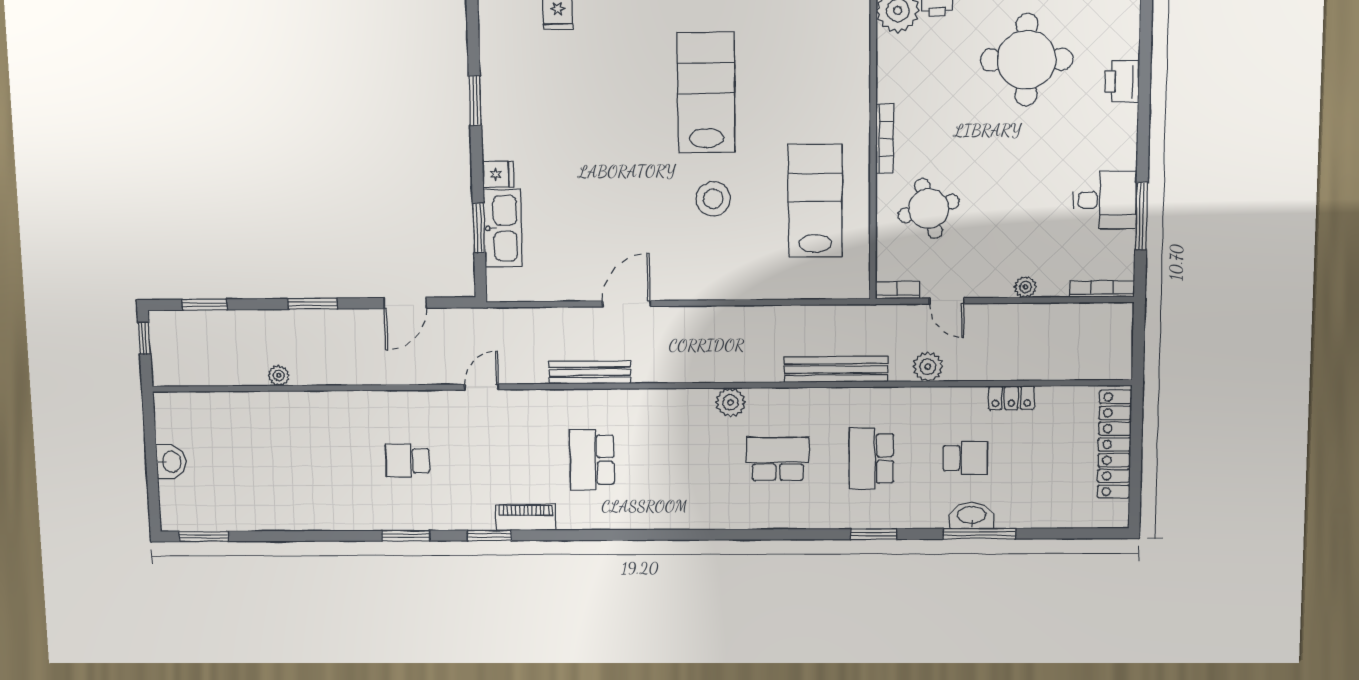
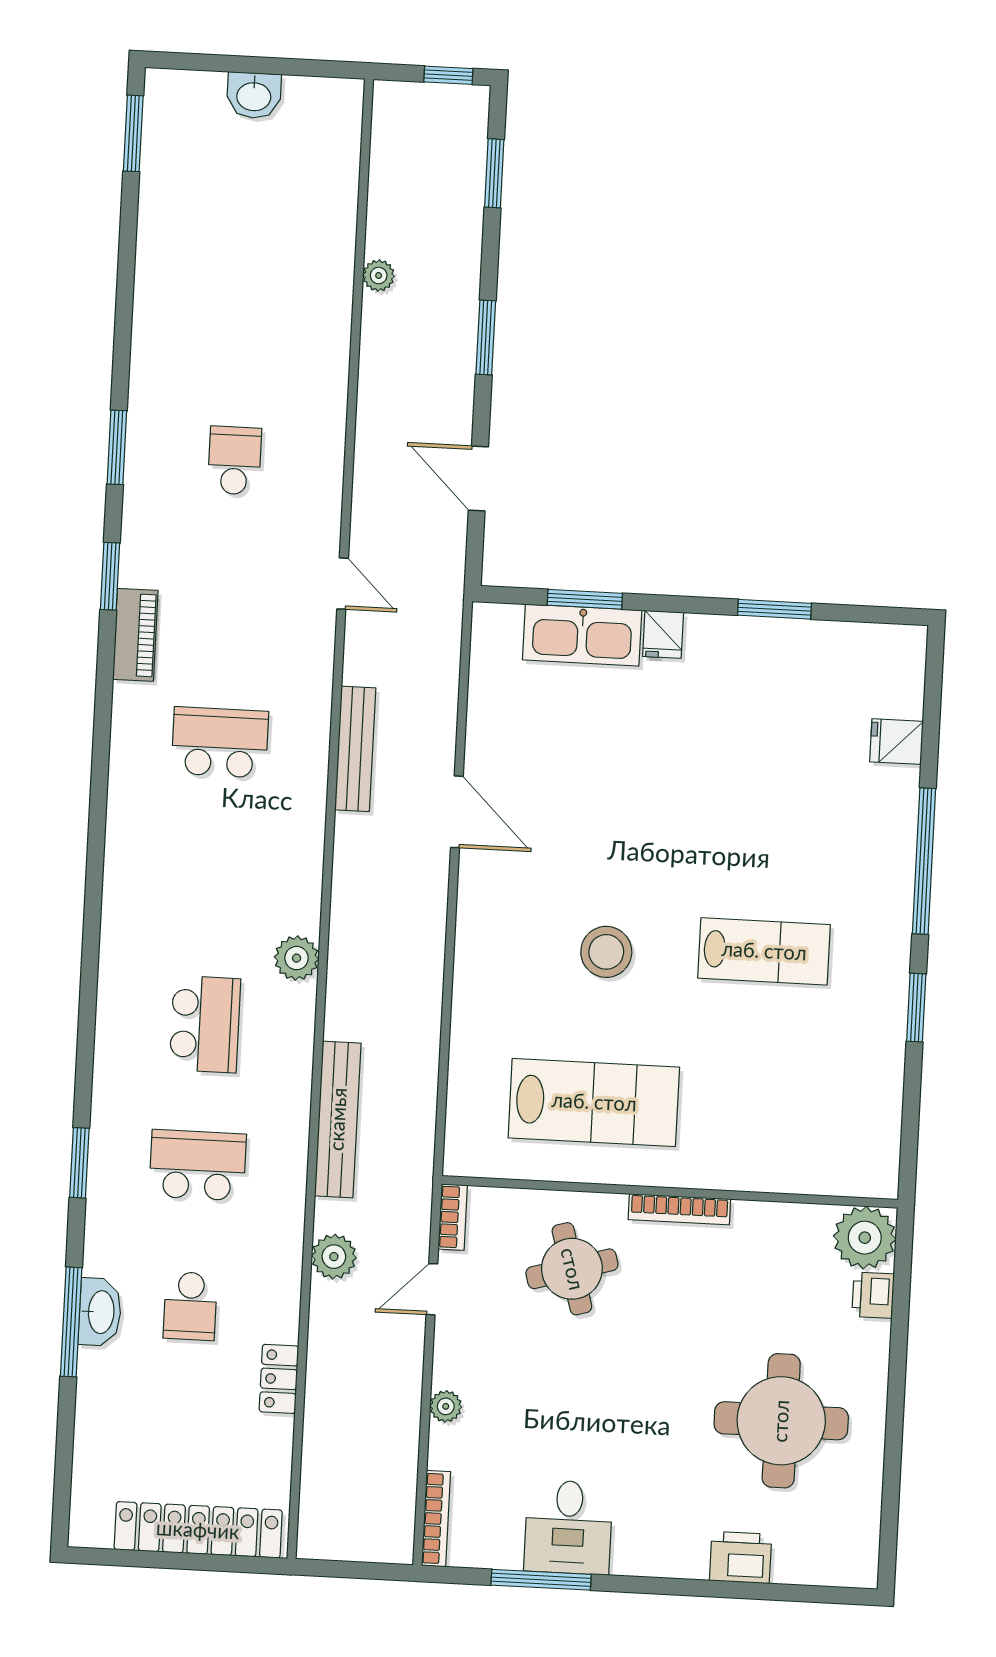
lab bench: (706, 93) -> (764, 951), width x0.73, depth x0.72

